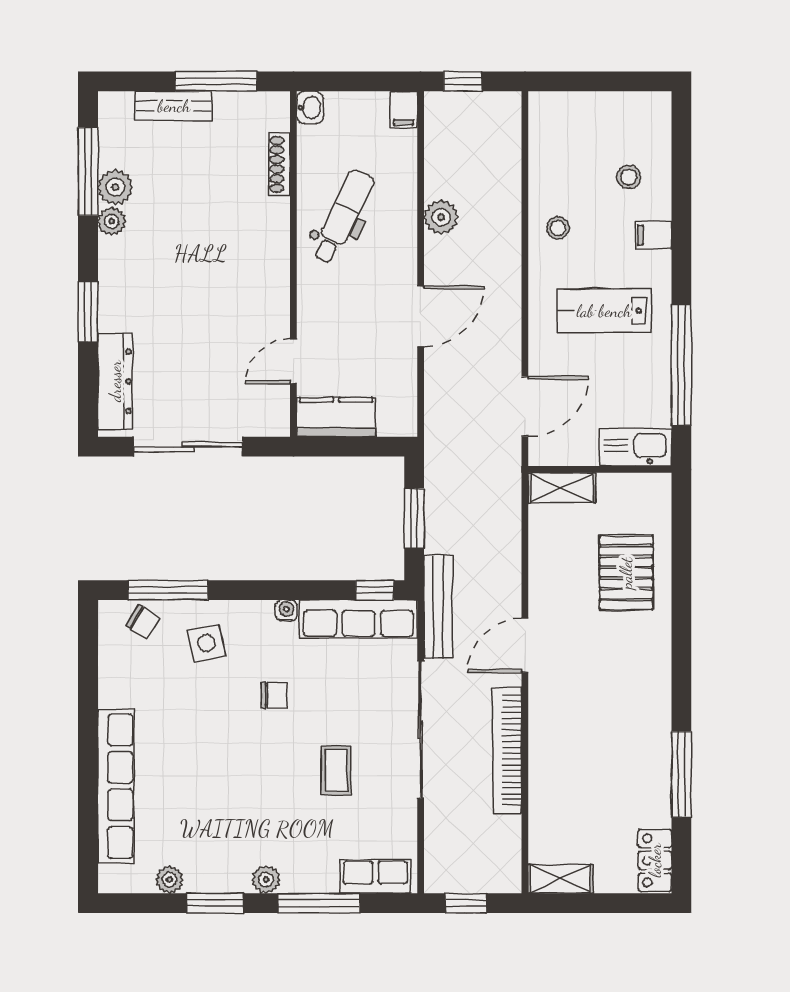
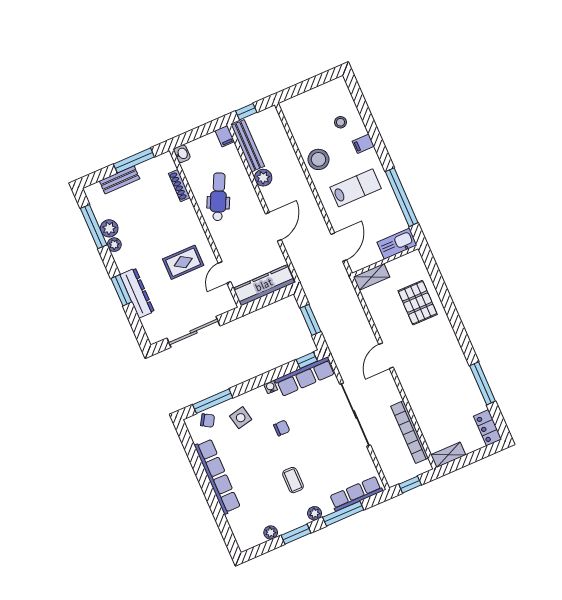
stool: (558, 228) -> (318, 159), width x1.89, depth x1.89
rug: (225, 309) -> (183, 262), added
lab bench: (604, 311) -> (356, 188), turned 180
dresser: (115, 381) -> (137, 293), moved
kitchen counter: (336, 417) -> (264, 285), width x1.50
bench: (438, 607) -> (248, 146), moved
bookcase: (507, 750) -> (410, 432), moved
coffee table: (336, 771) -> (293, 480), moved
row of seats: (116, 786) -> (217, 476), moved
row of seats: (375, 876) -> (356, 494), width x1.48

